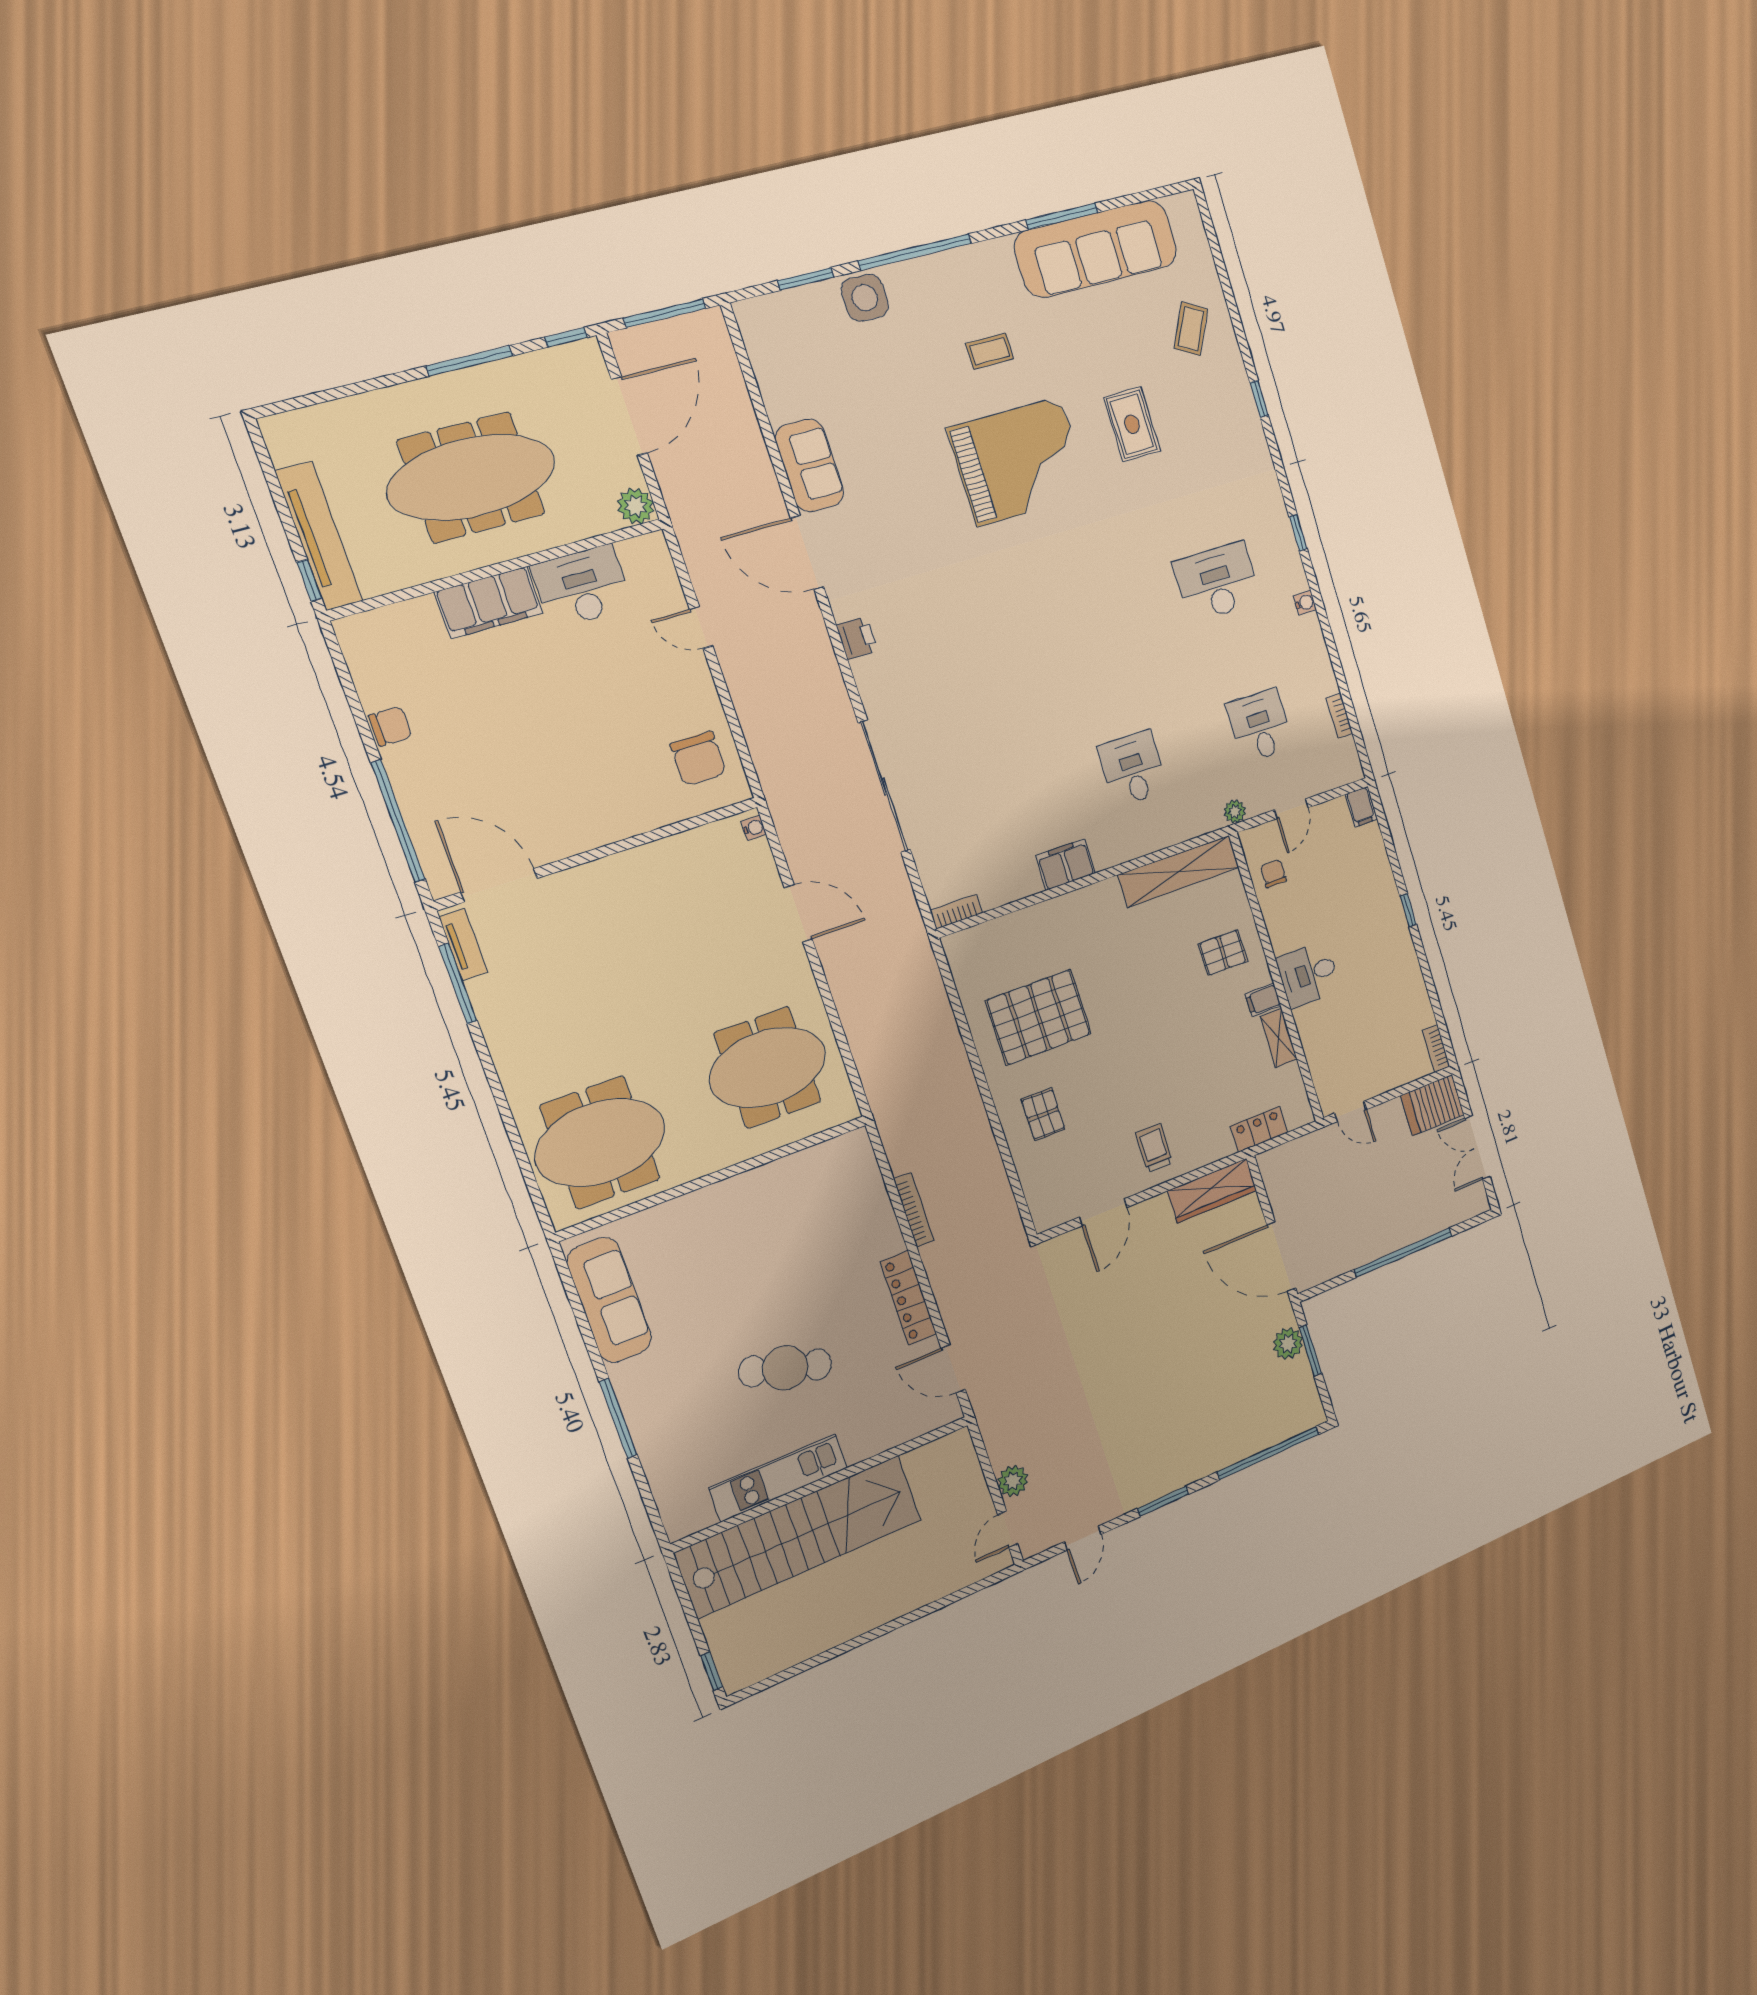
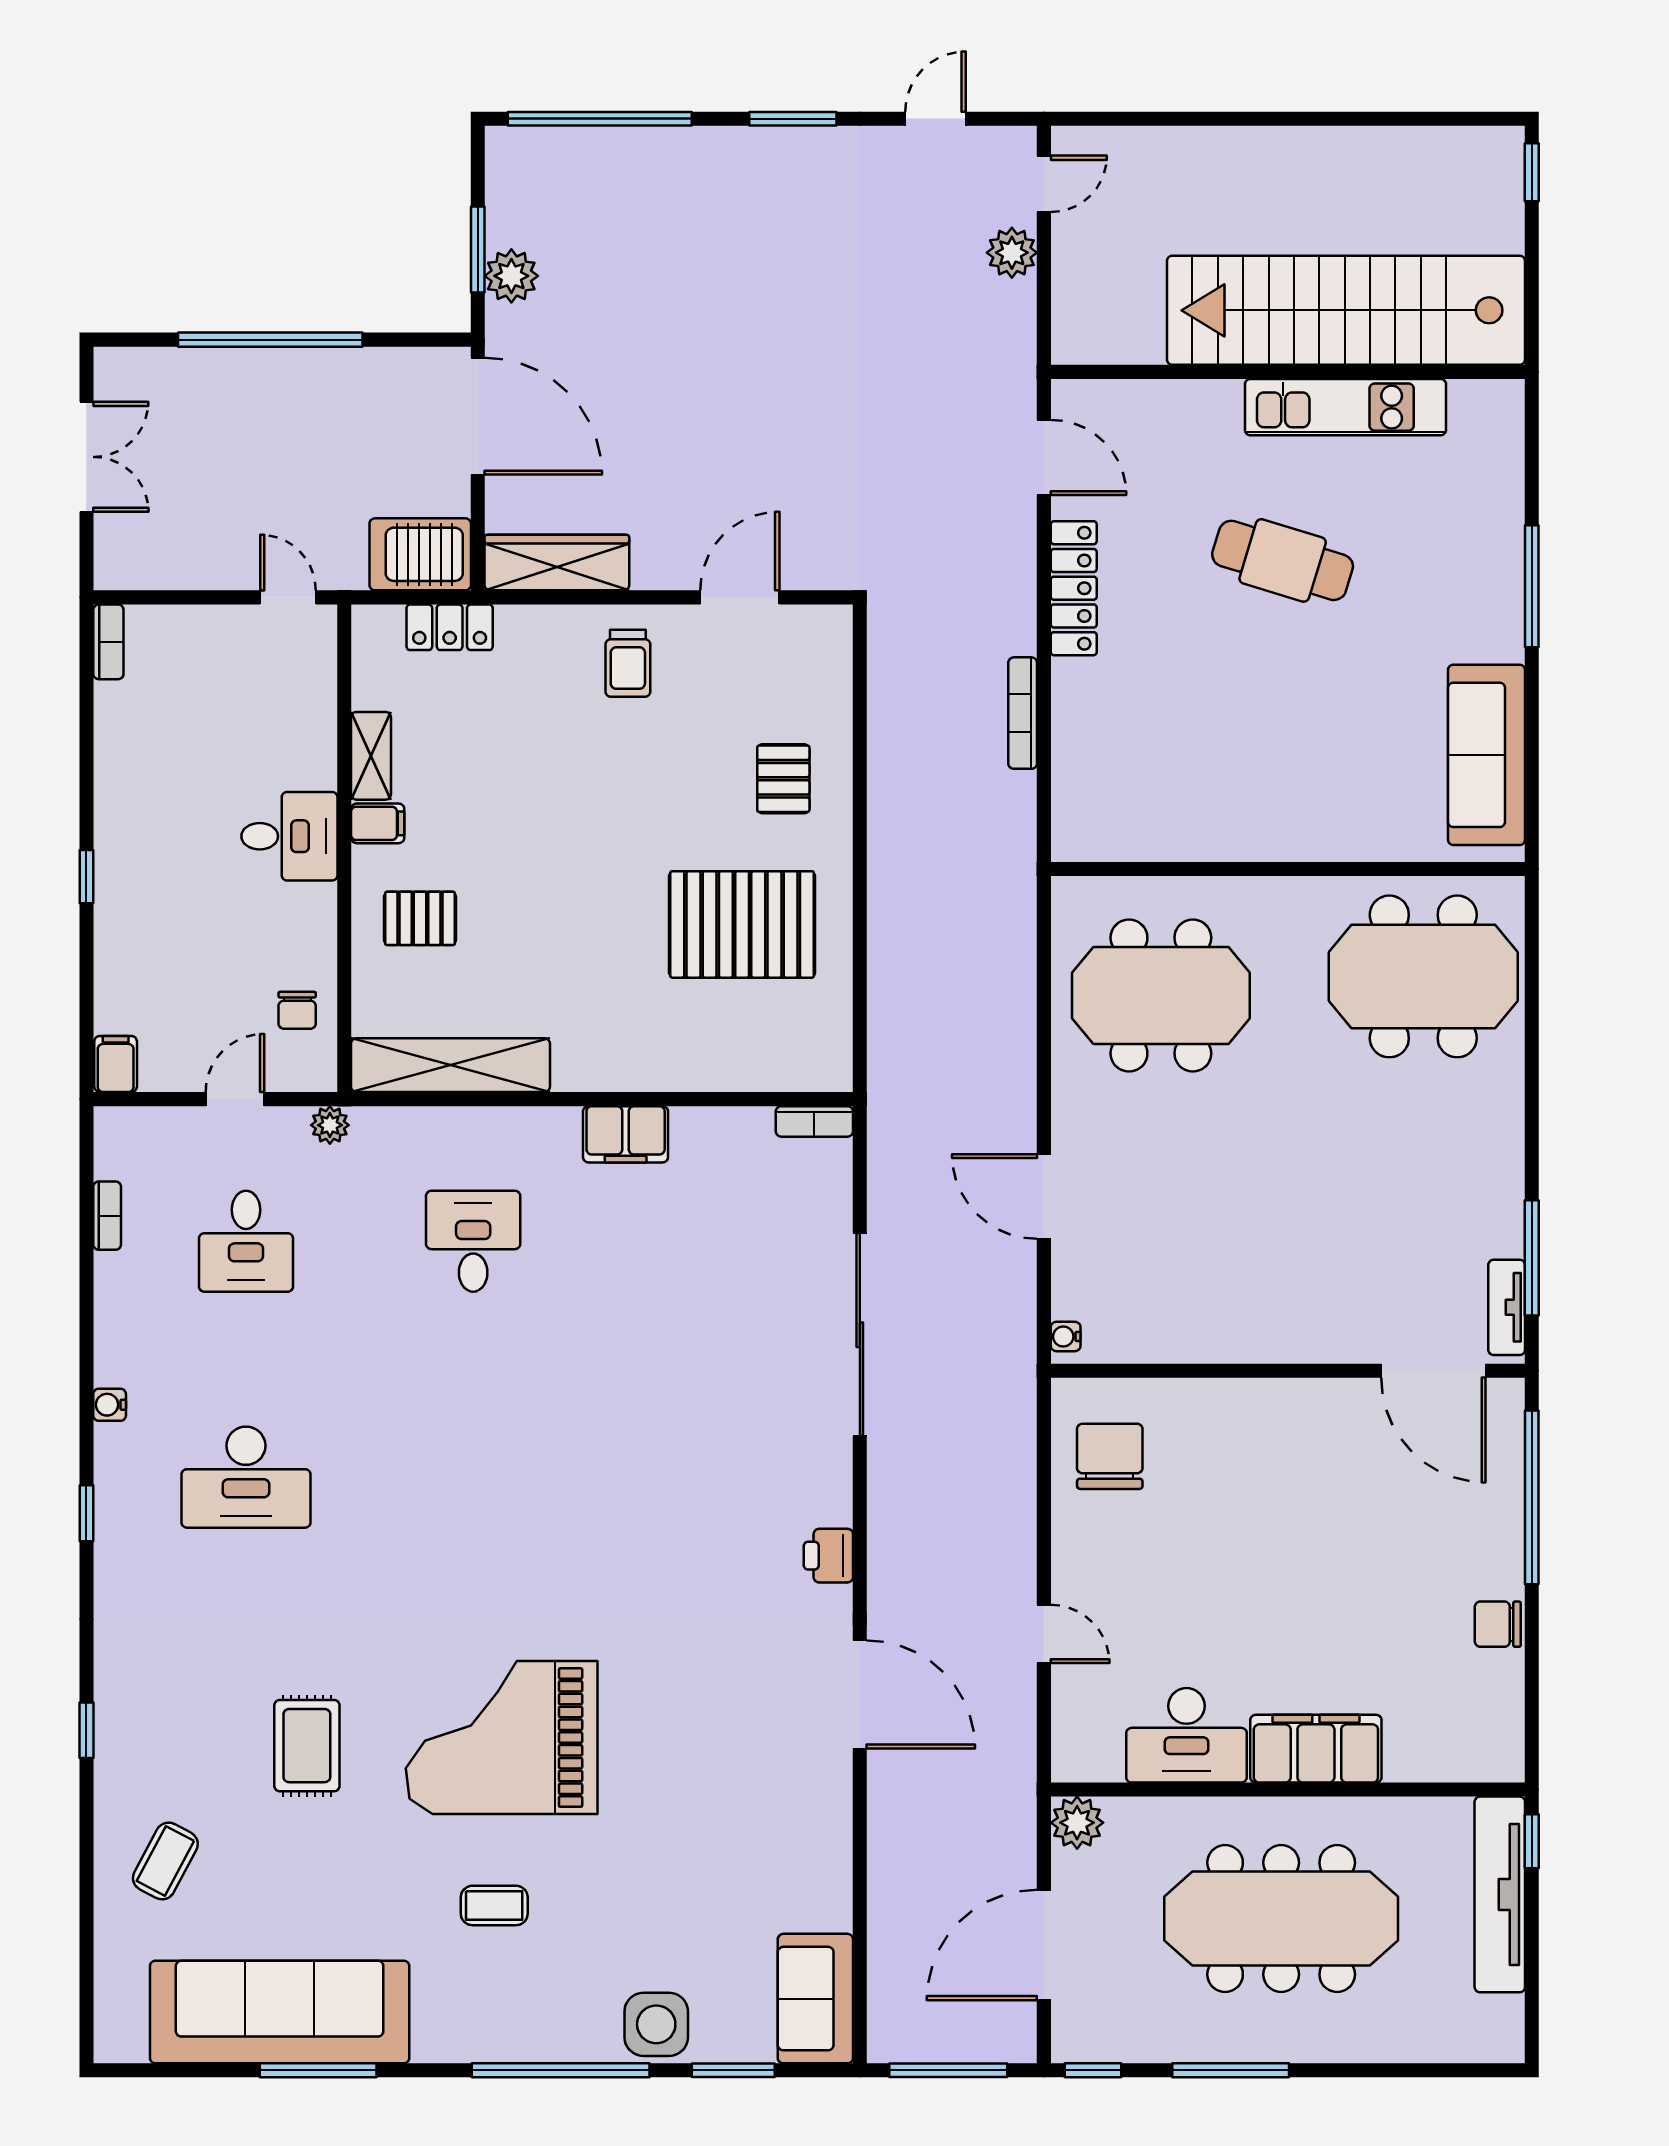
sofa: (809, 465) -> (815, 1999), moved
desk: (1133, 769) -> (473, 1241), turned 180
server rack: (1432, 1105) -> (420, 554), moved, turned 180

